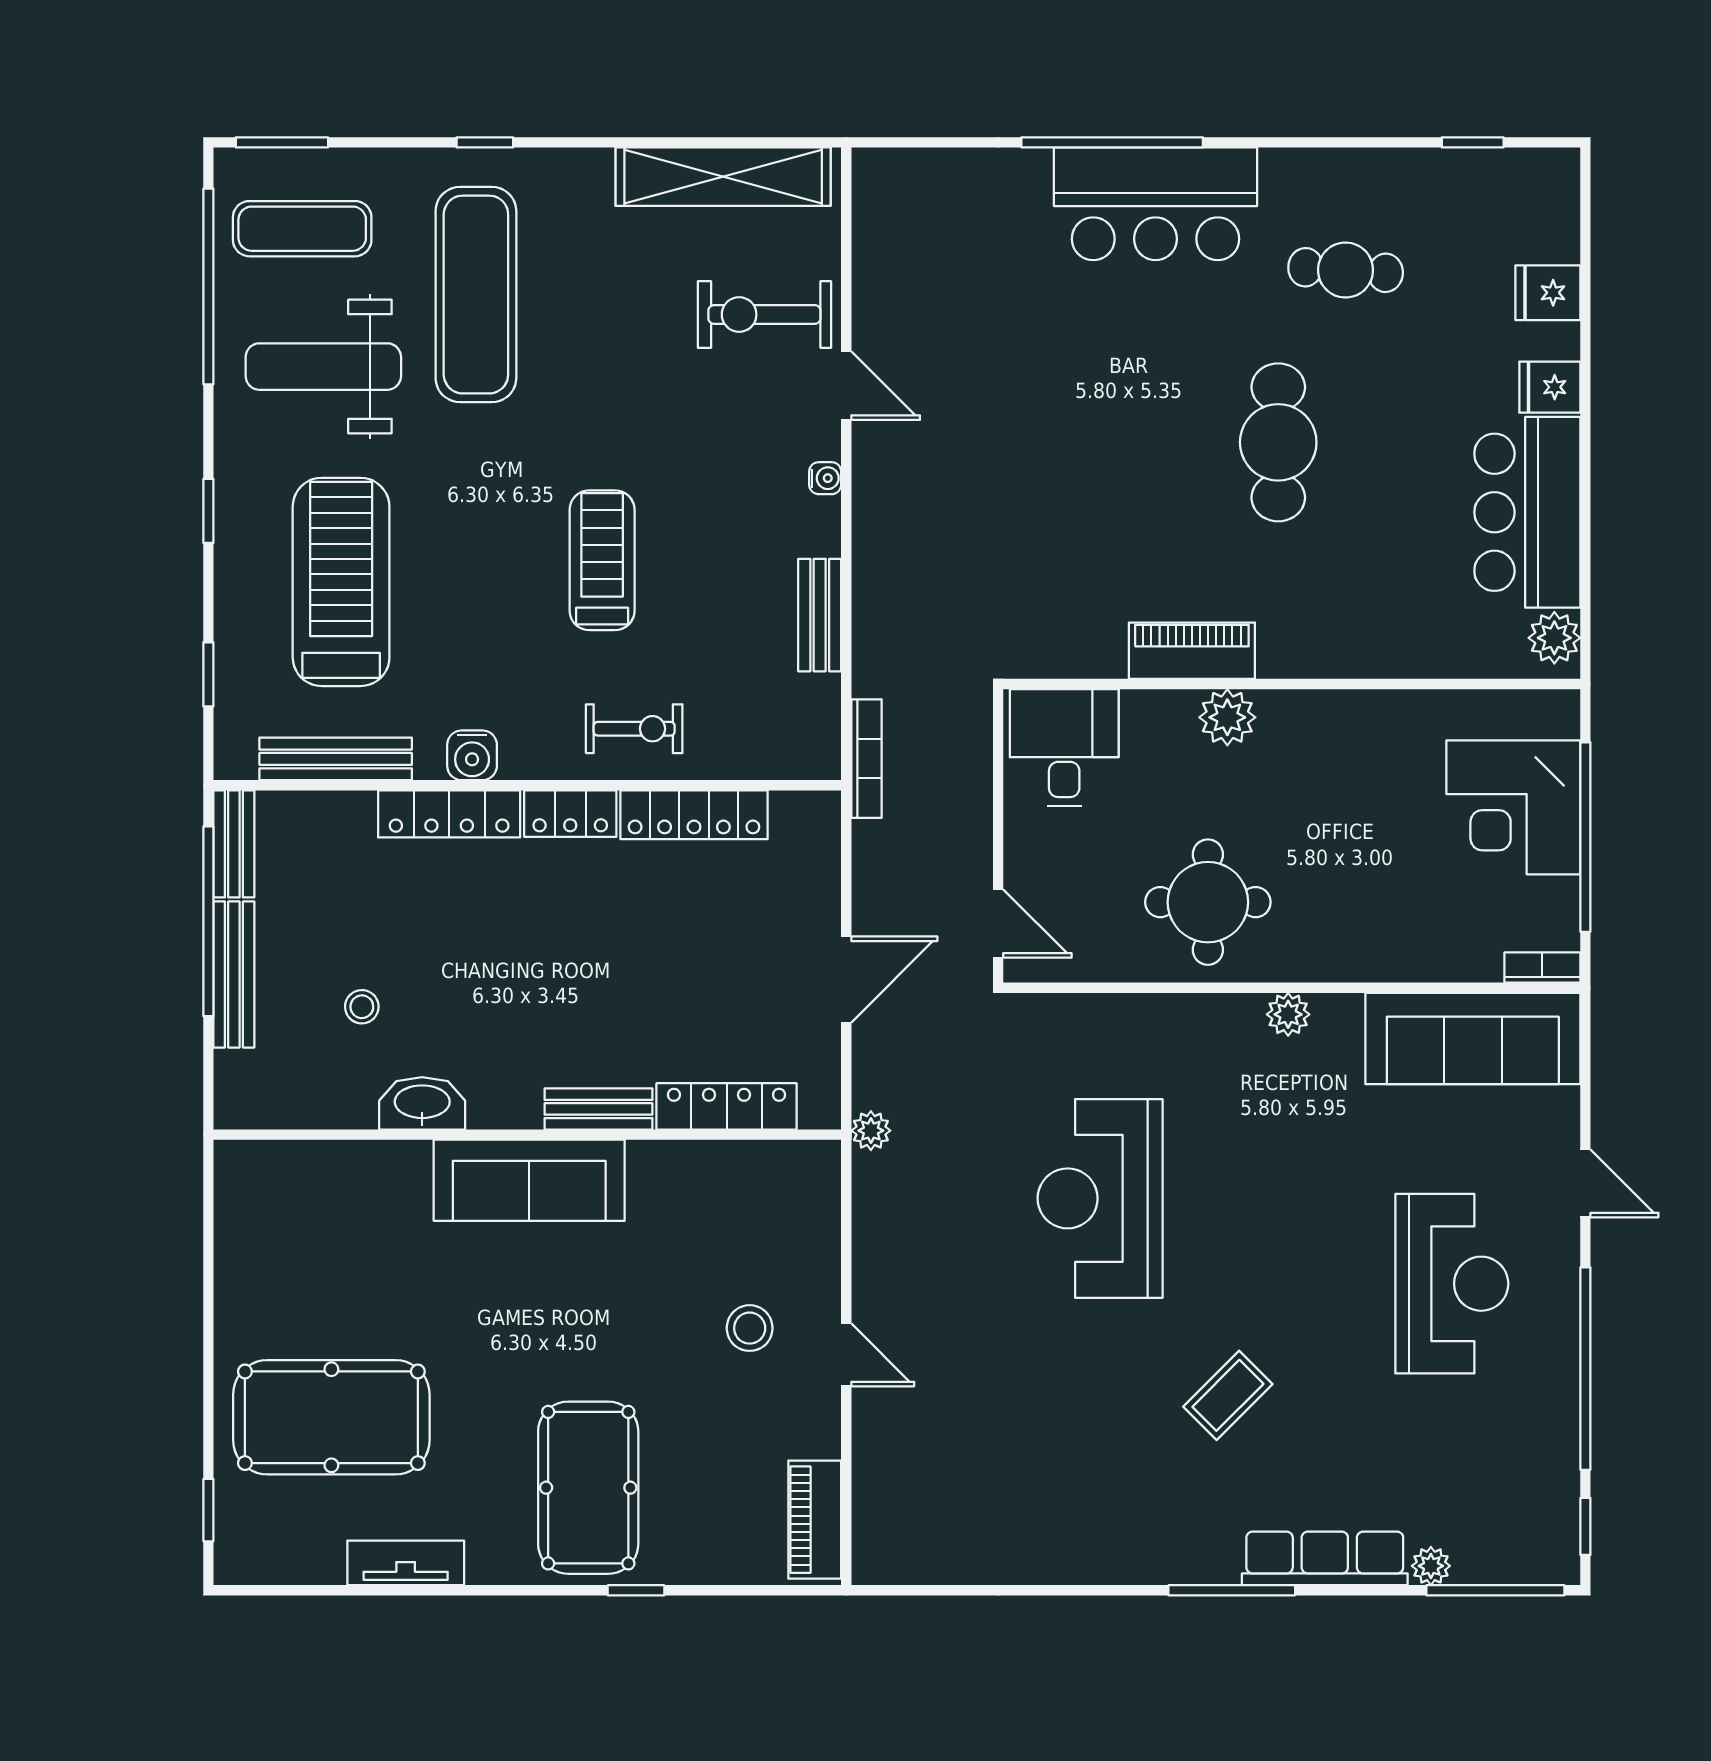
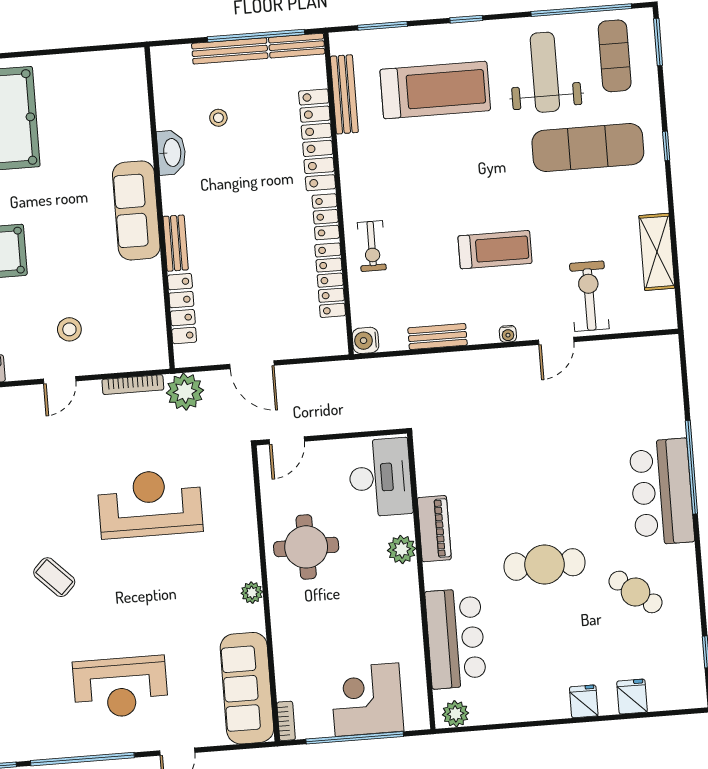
shelving: (723, 177) -> (657, 252), width x0.68
cafe table: (1346, 270) -> (635, 592), turned -56
bar counter: (1527, 512) -> (456, 638), moved, turned 90
treadmill: (602, 560) -> (495, 250), moved
window: (208, 674) -> (383, 26), width x1.50
desk: (1064, 748) -> (380, 478), width x1.37
water cooler: (472, 755) -> (366, 340), moved
bookcase: (867, 759) -> (133, 385), moved
locker: (449, 814) -> (317, 140), width x1.41, depth x1.21
plant: (871, 1131) -> (185, 392), width x1.87, depth x1.87

